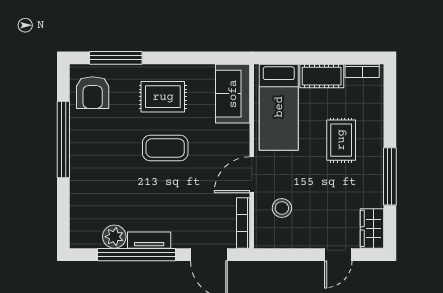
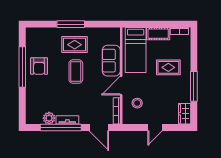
window: (116, 58) -> (71, 24), moved
armchair: (93, 93) -> (39, 66), moved
sofa: (233, 94) -> (111, 61), moved
rug: (341, 140) -> (168, 67), turned 90
coffee table: (165, 148) -> (76, 71), turned 90
door: (338, 255) -> (155, 128), moved

